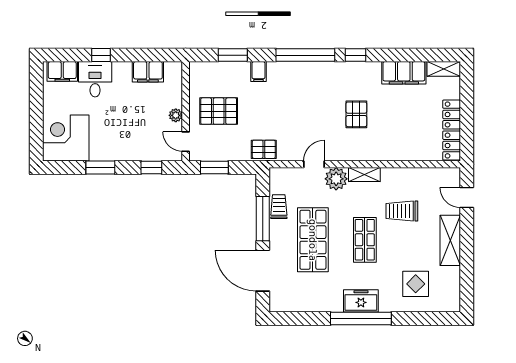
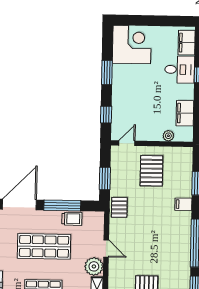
plant: (176, 115) -> (168, 136), moved
window: (214, 167) -> (105, 179), moved

